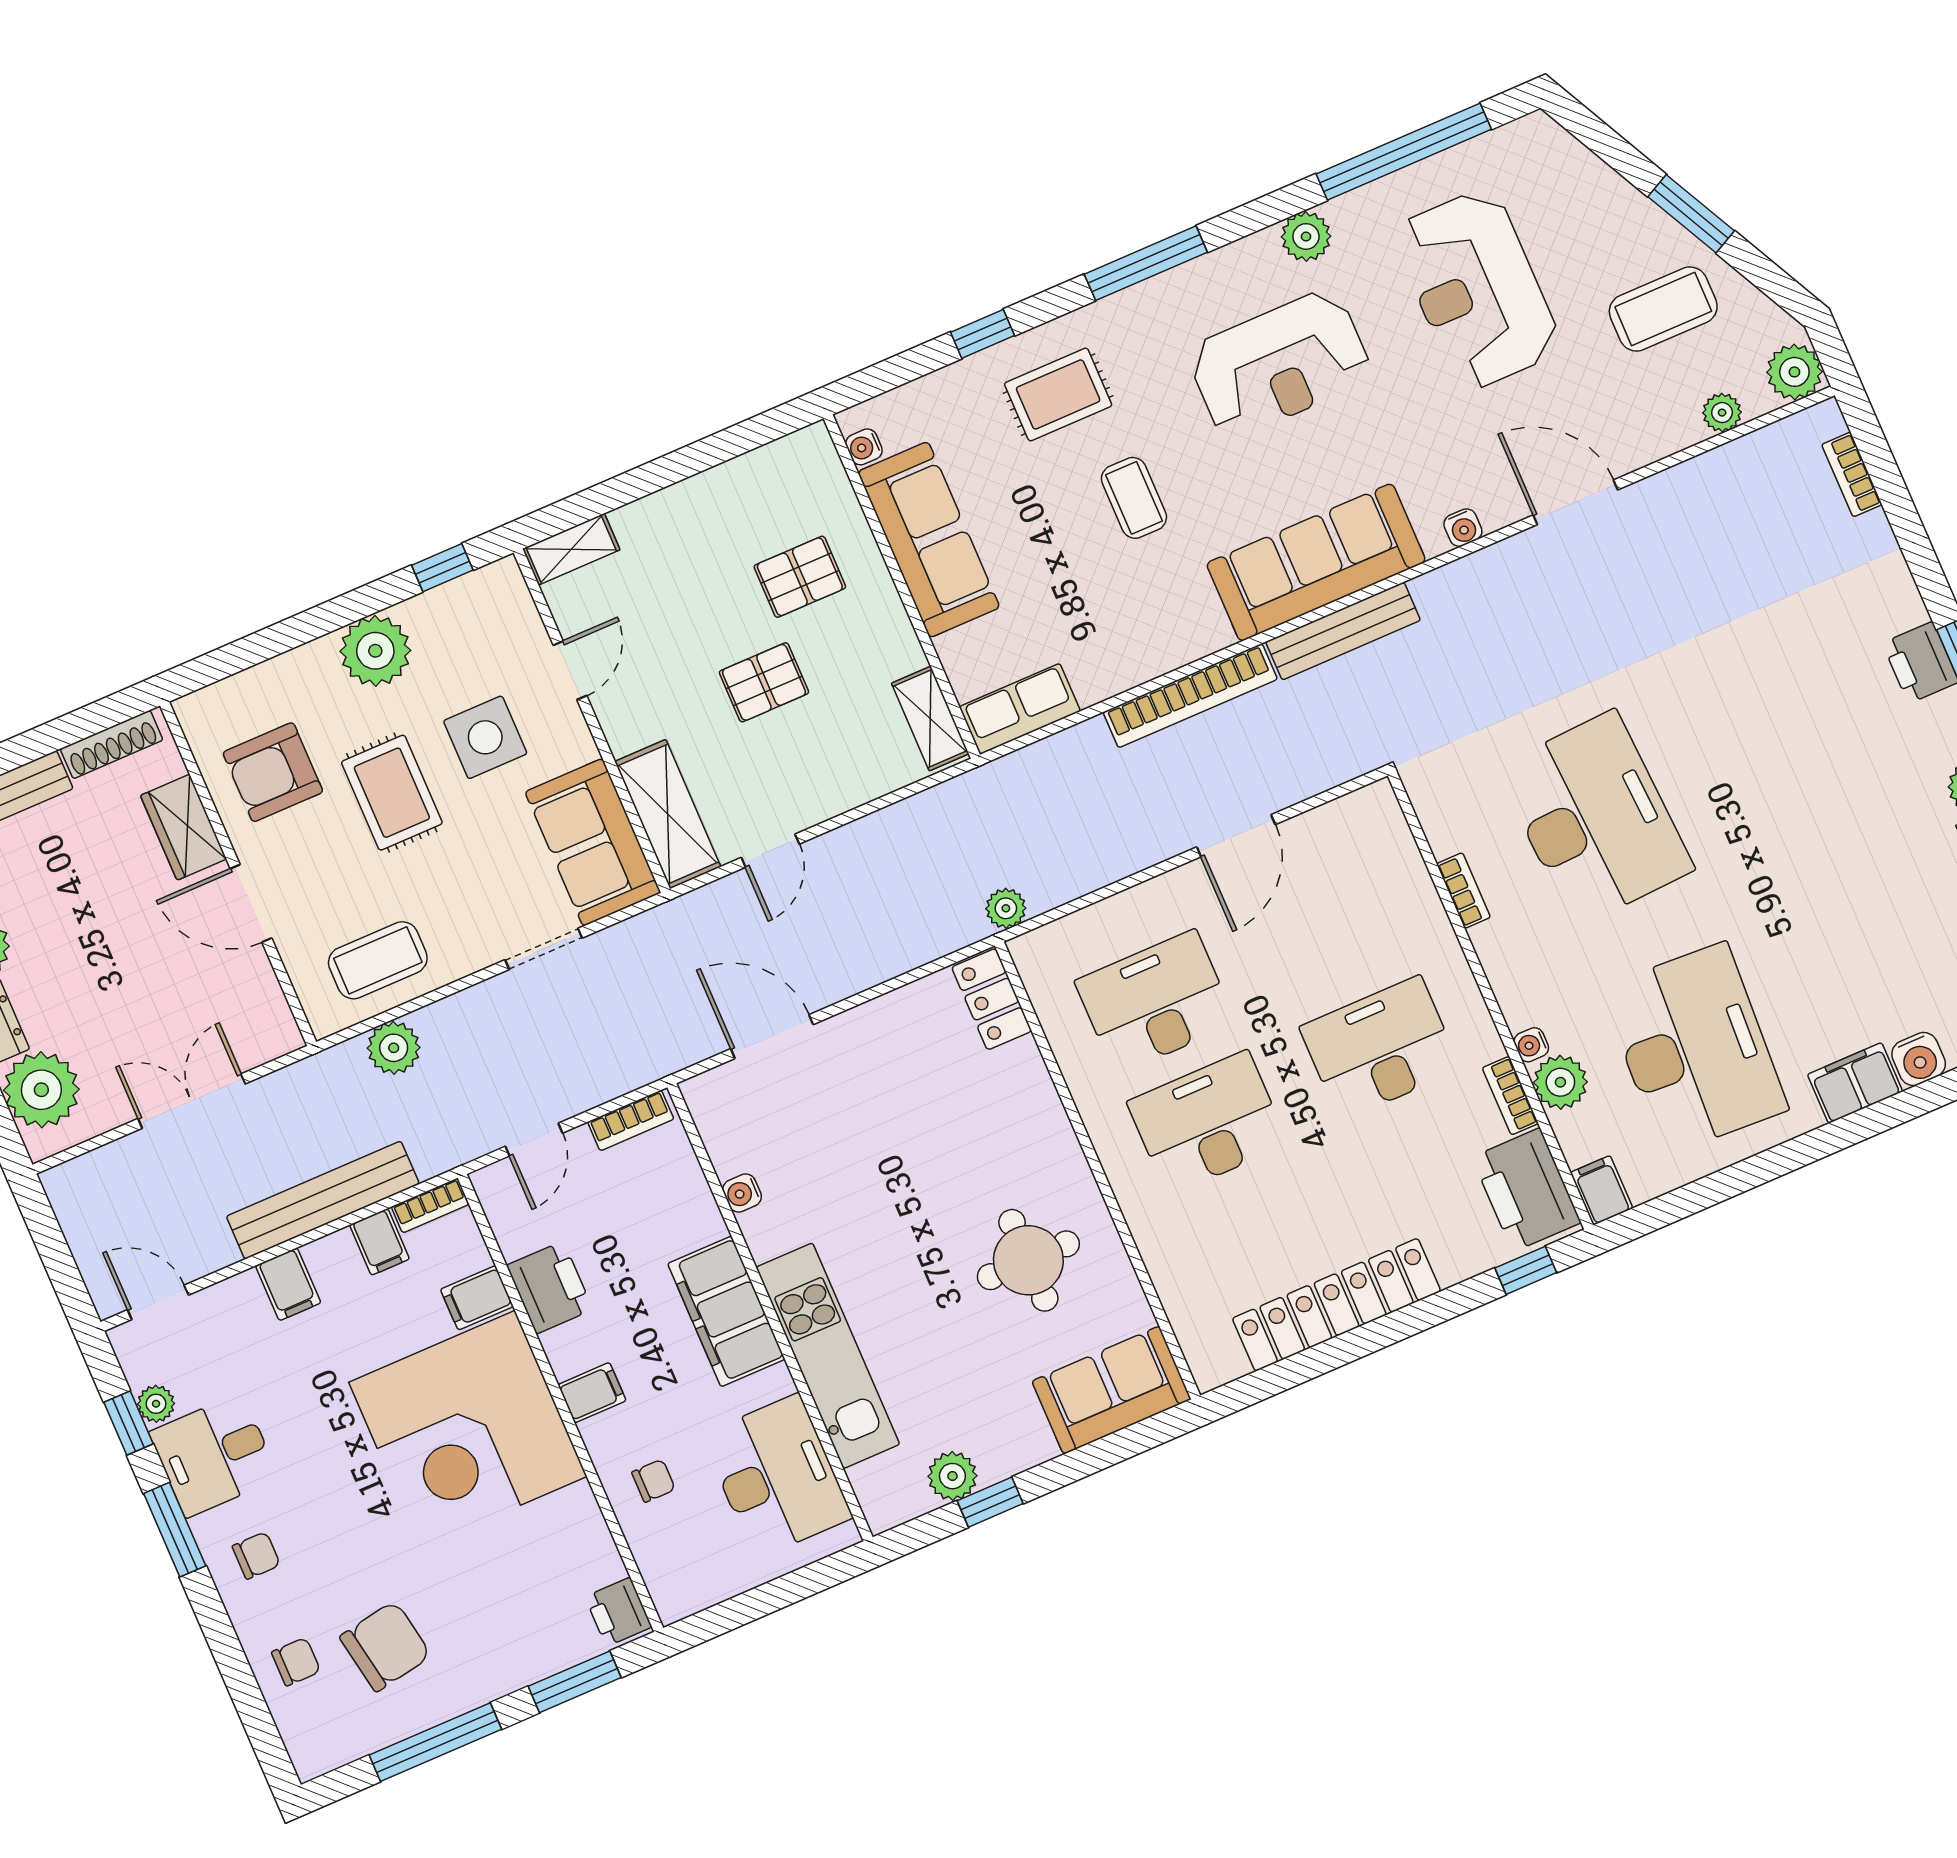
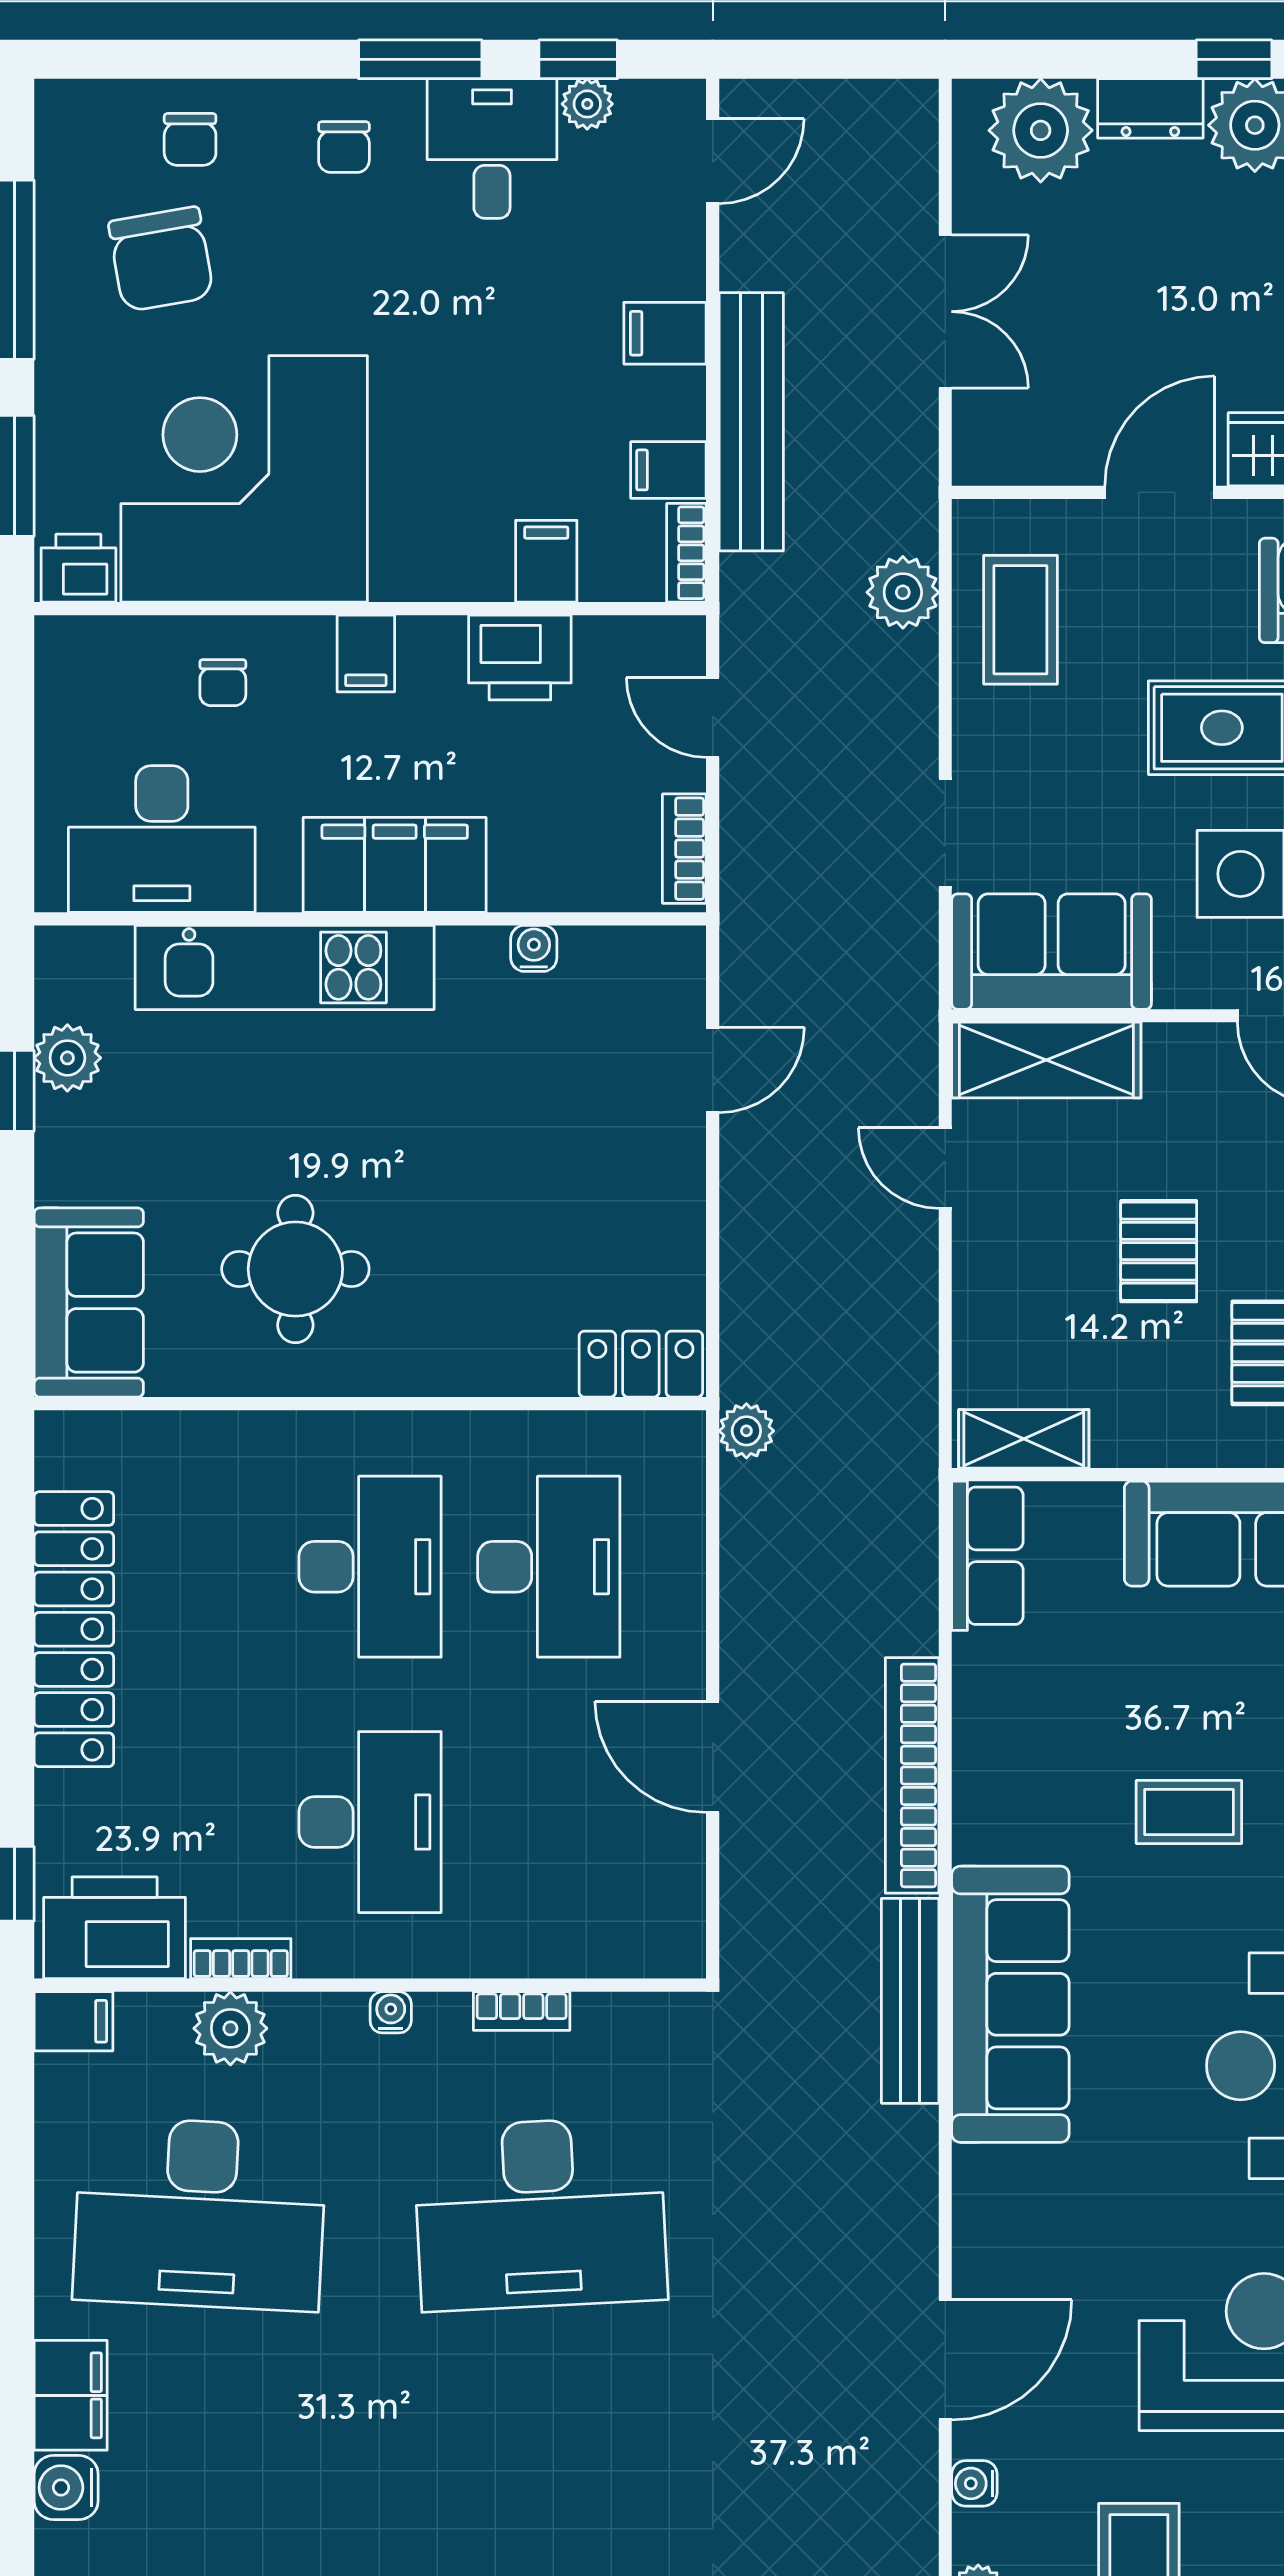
water cooler: (1463, 528) -> (974, 2483), moved
door: (772, 1037) -> (713, 1070), width x0.73
water cooler: (1531, 1045) -> (391, 2012), moved
corner desk: (468, 1429) -> (244, 479), moved

